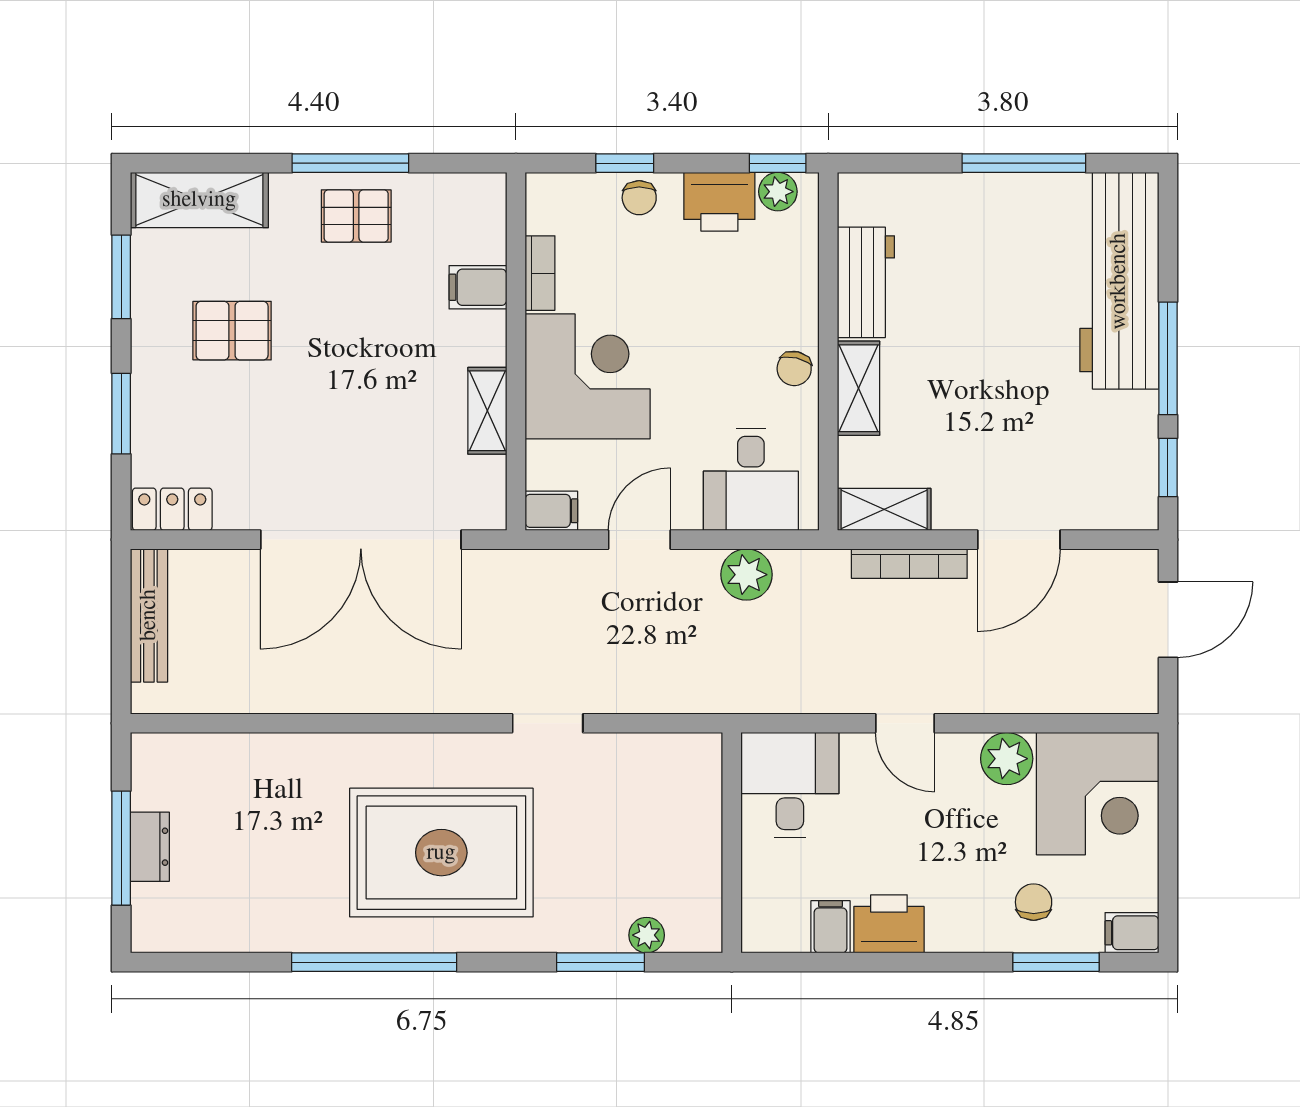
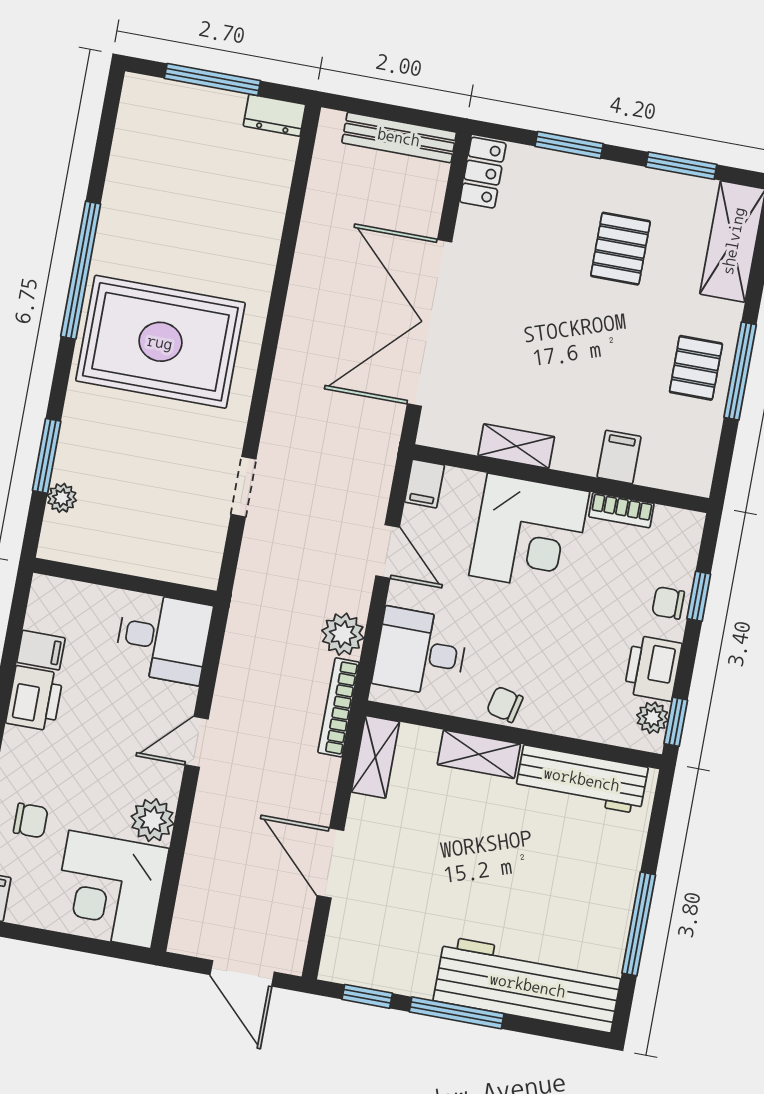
workbench: (866, 282) -> (582, 779), width x1.37
bookcase: (909, 564) -> (339, 707), moved
doorway: (548, 723) -> (244, 487), moved
dresser: (150, 847) -> (275, 115), moved
rug: (441, 853) -> (160, 342), turned 90

